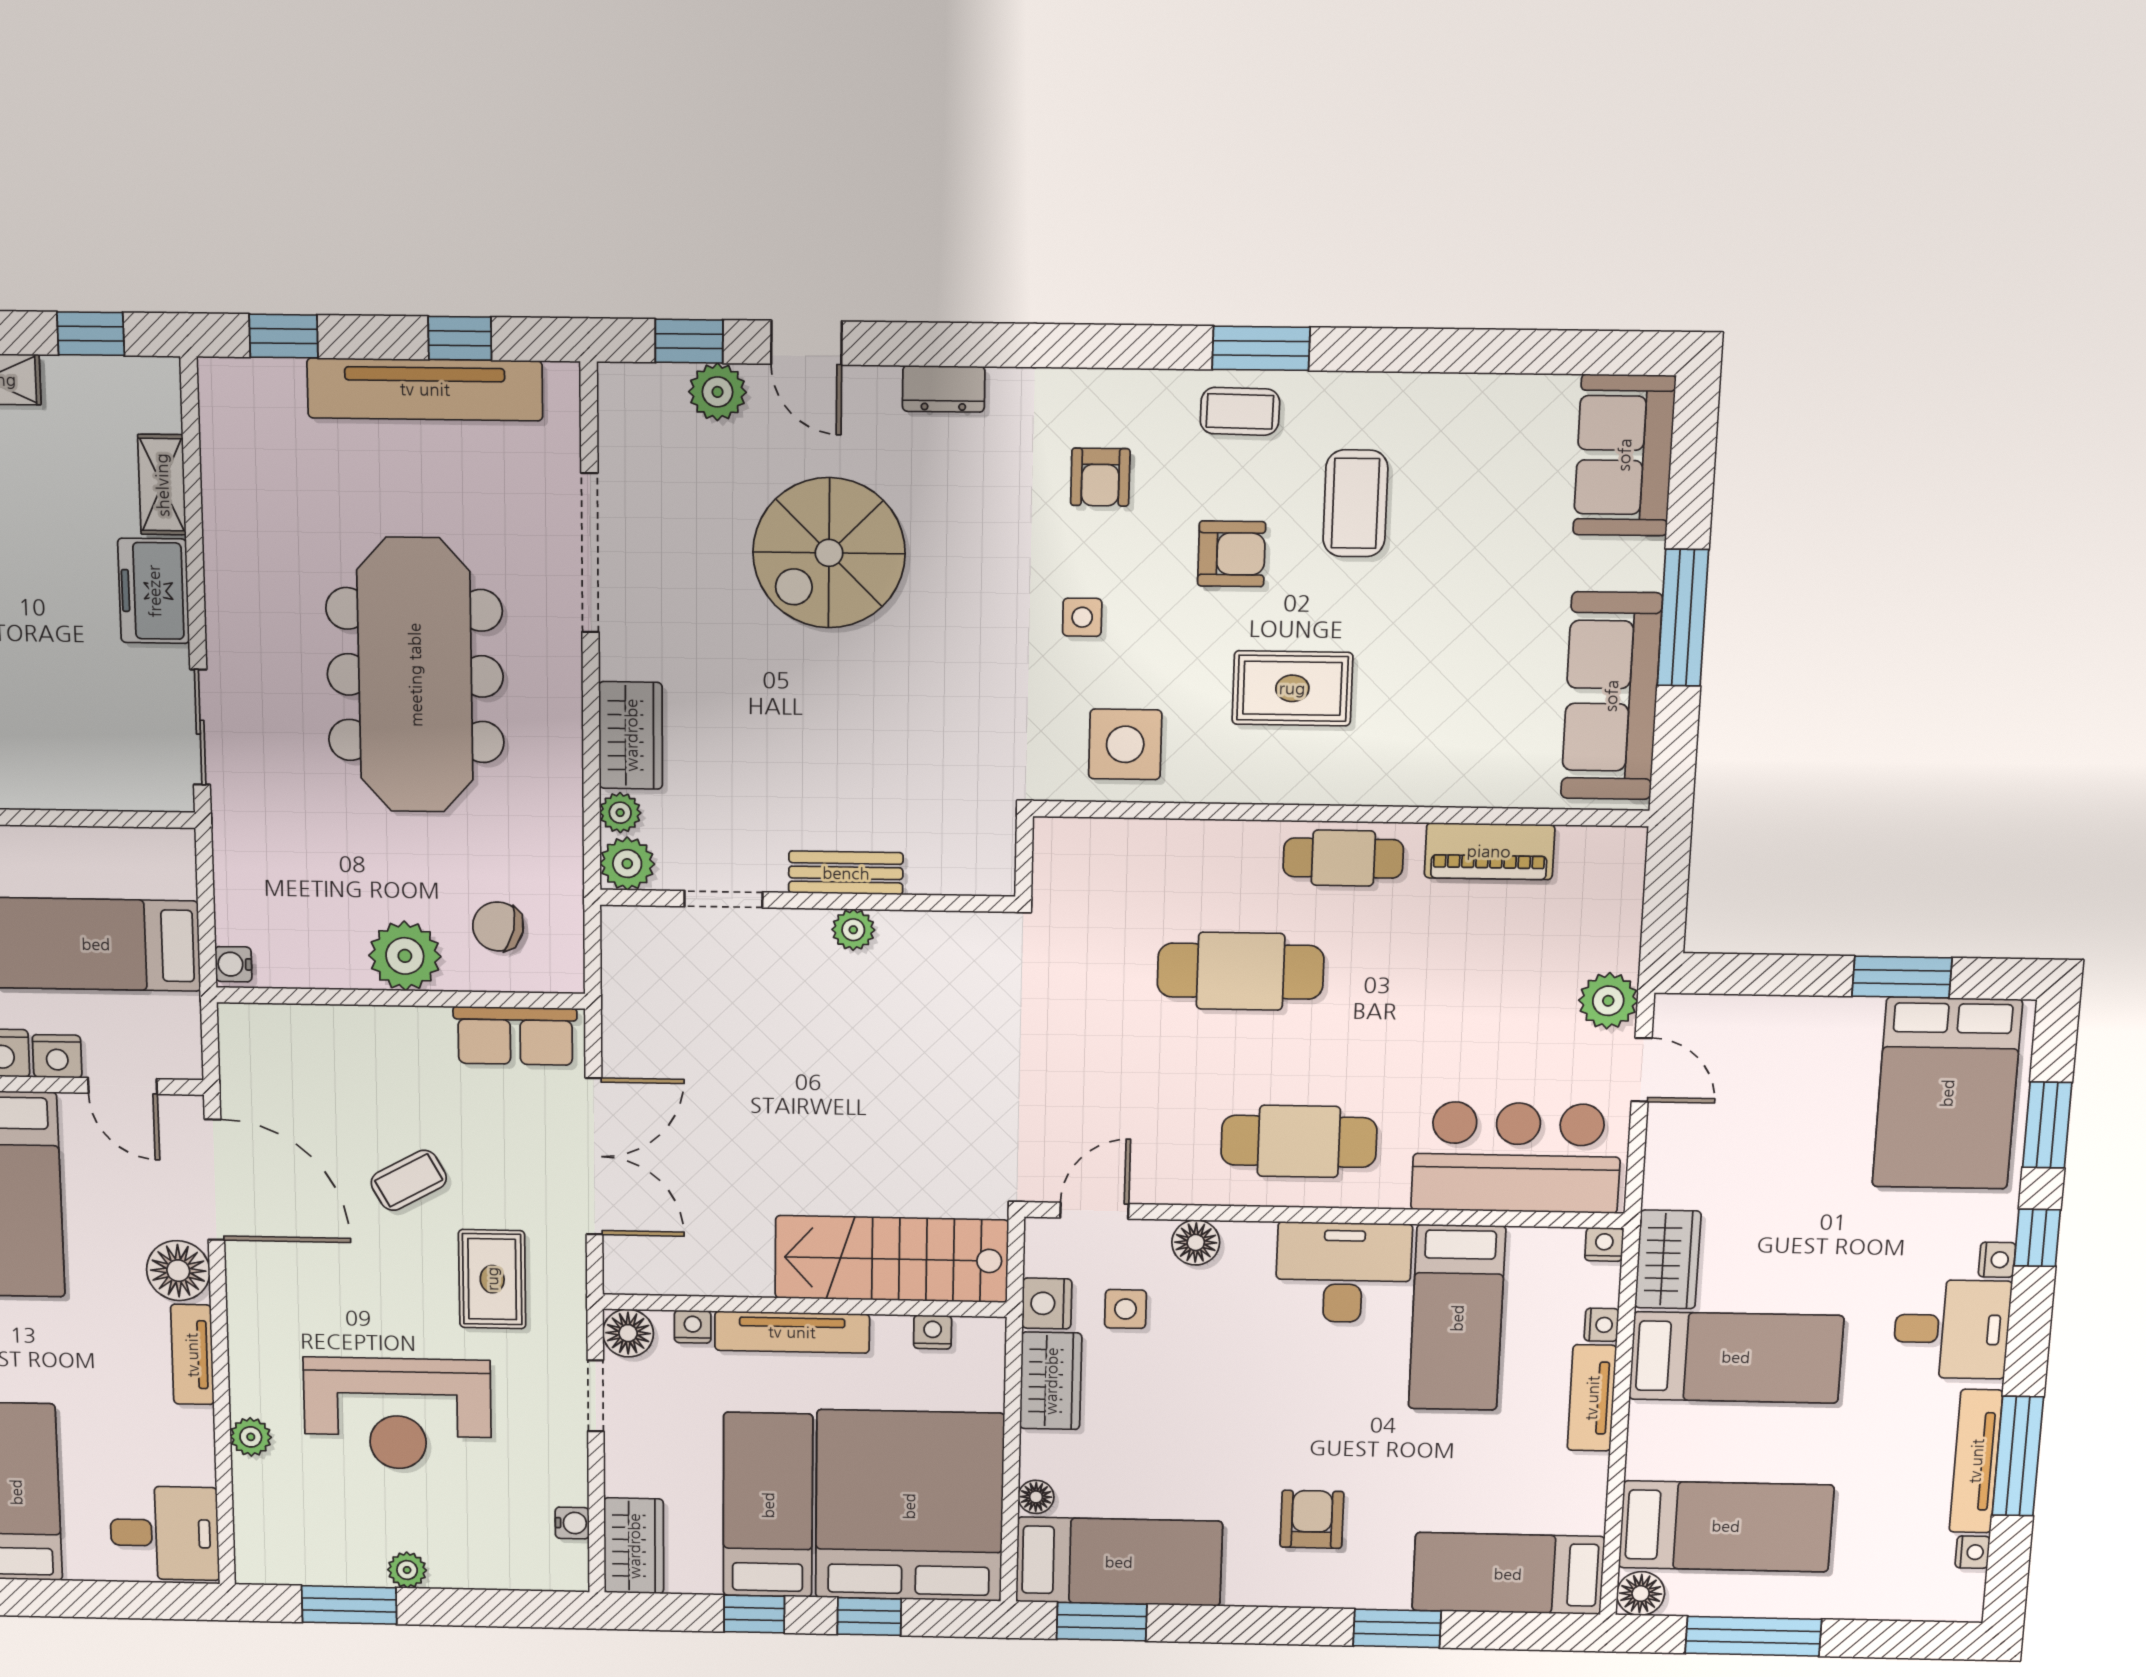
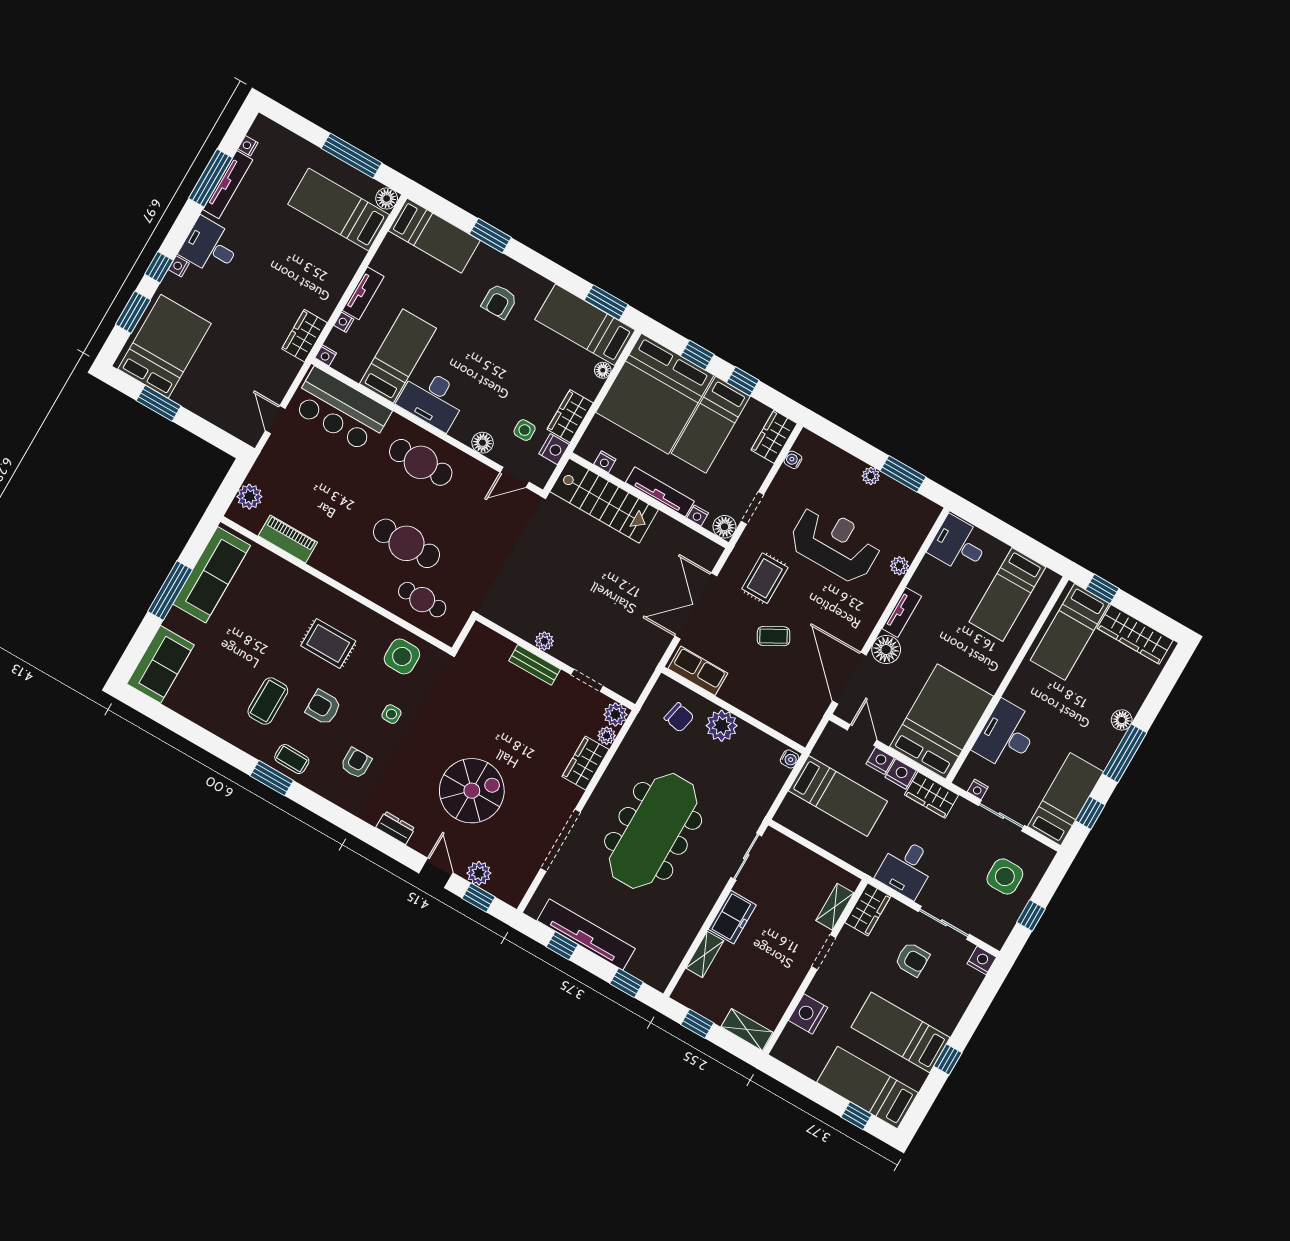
cafe table: (1343, 858) -> (422, 600), moved
plant: (1608, 1001) -> (249, 497), moved
bed: (1736, 1357) -> (299, 280), removed

